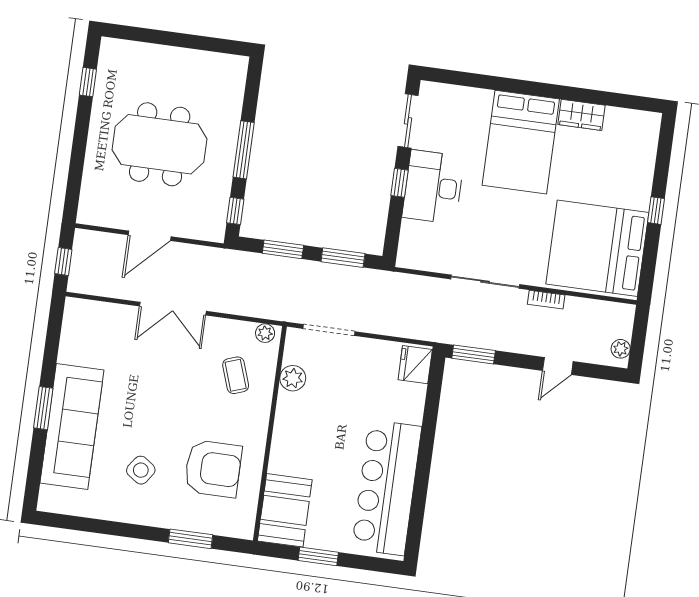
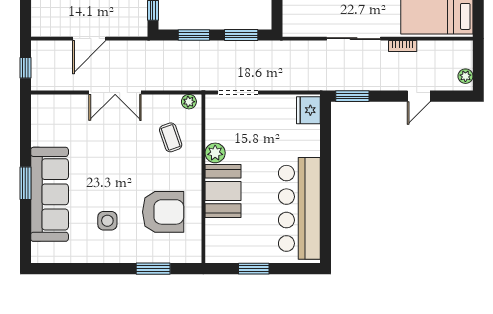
plant: (293, 378) -> (215, 153), moved
side table: (141, 470) -> (107, 221), turned -35
booth: (285, 510) -> (223, 191), moved

